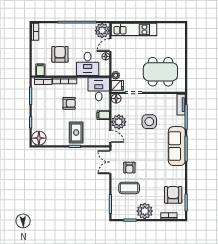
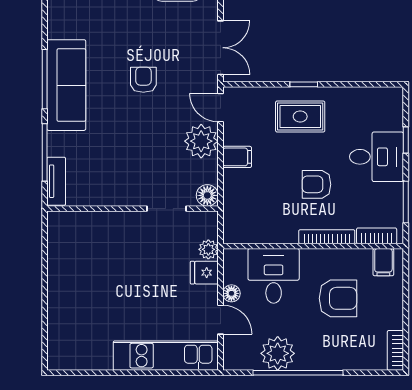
plant: (102, 31) -> (278, 353), moved
door: (110, 45) -> (220, 320), hinge flipped
armchair: (60, 54) -> (338, 298), turned -90
dining table: (160, 72) -> (104, 258), removed
fridge: (117, 85) -> (204, 273), moved
desk: (99, 89) -> (377, 157), moved, turned -90
side table: (149, 122) -> (130, 142), removed
rug: (76, 133) -> (300, 116), turned 90
floor lamp: (39, 138) -> (387, 103), removed
armchair: (129, 168) -> (143, 80), moved

